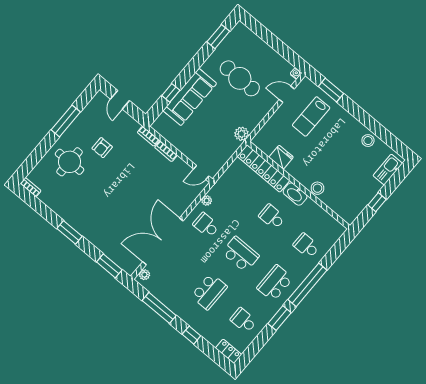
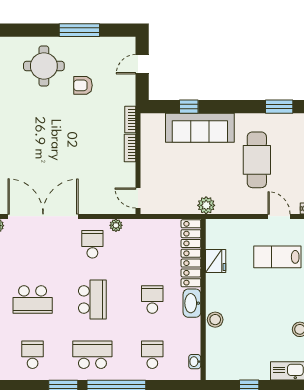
washbasin: (333, 223) -> (195, 362), added

